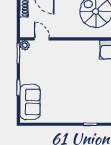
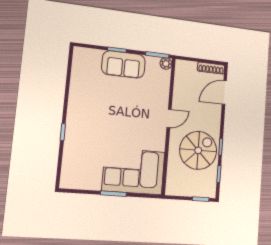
door: (42, 39) -> (169, 118), moved
sofa: (30, 102) -> (123, 64), moved

